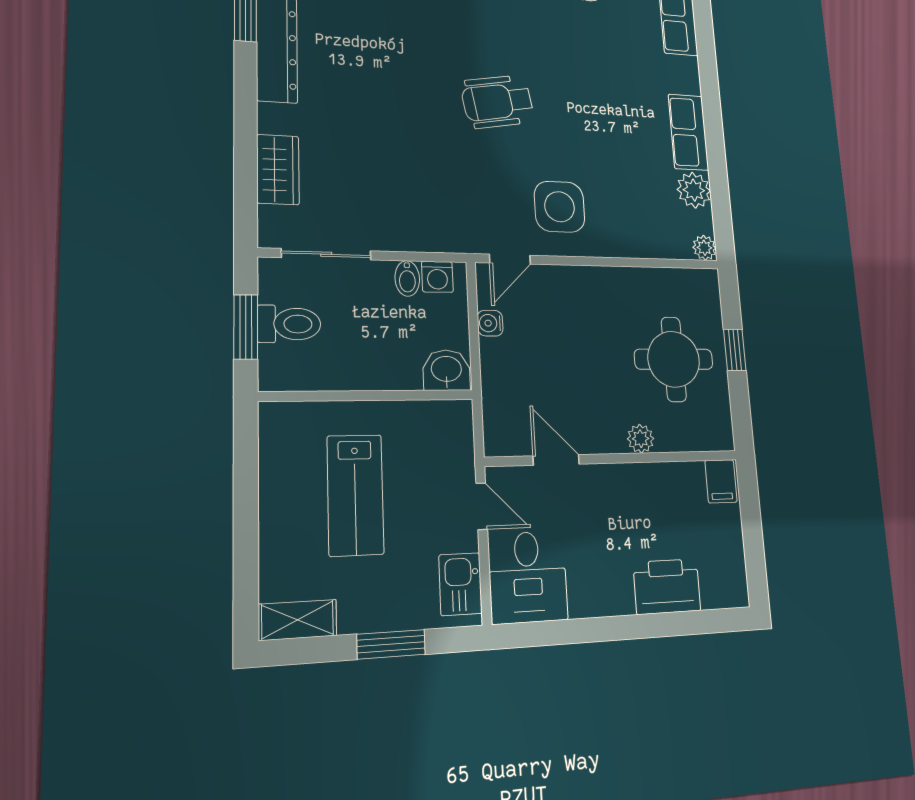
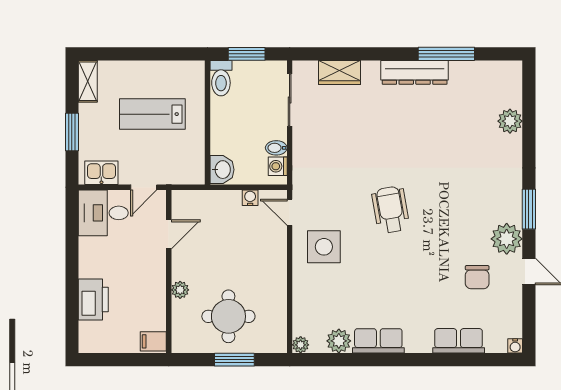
toilet: (289, 324) -> (221, 78), moved
window: (735, 350) -> (234, 360), width x1.50

